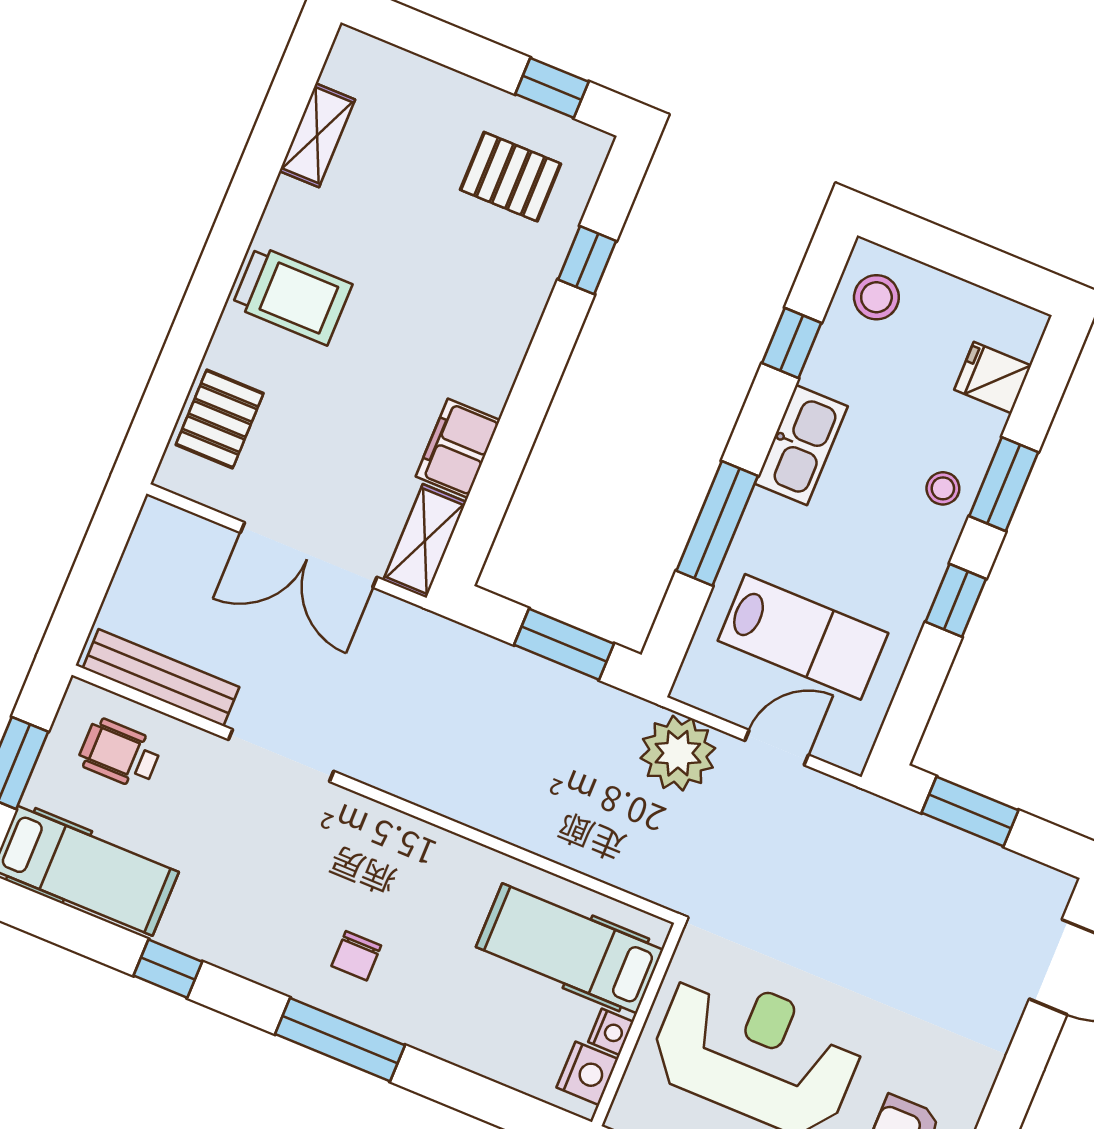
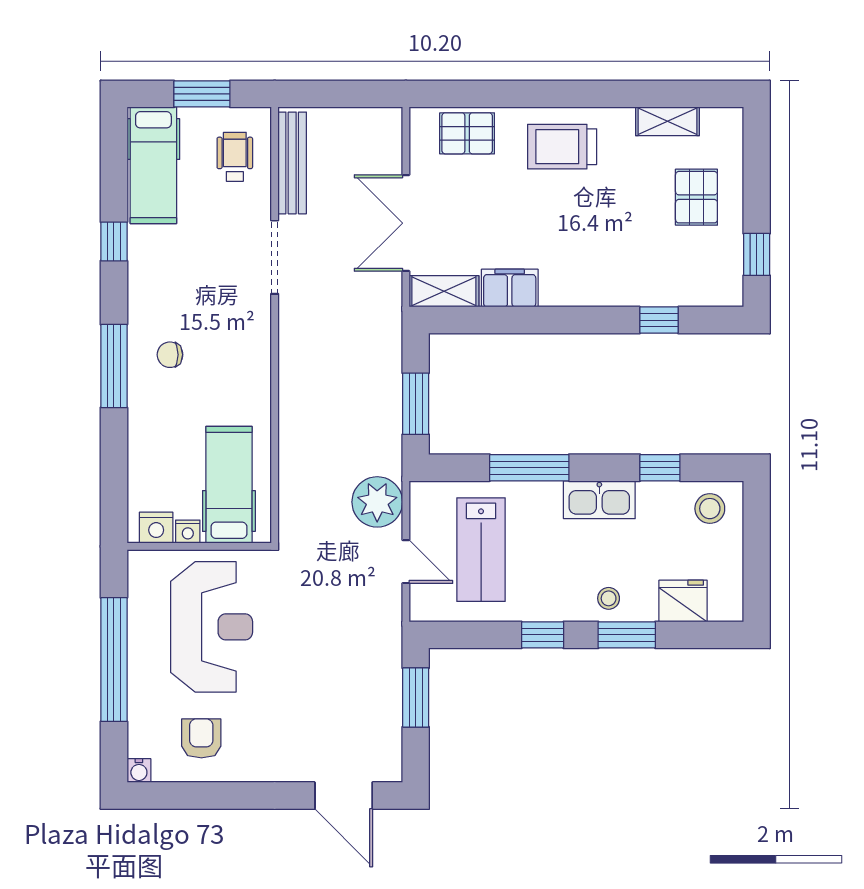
pallet: (511, 177) -> (696, 197), moved
trolley: (292, 295) -> (562, 147), turned 90
fridge: (993, 378) -> (683, 601), width x1.38

